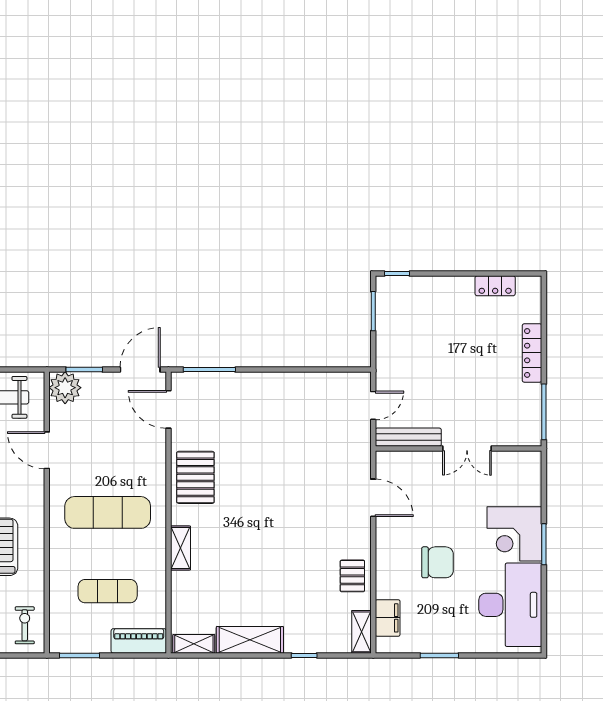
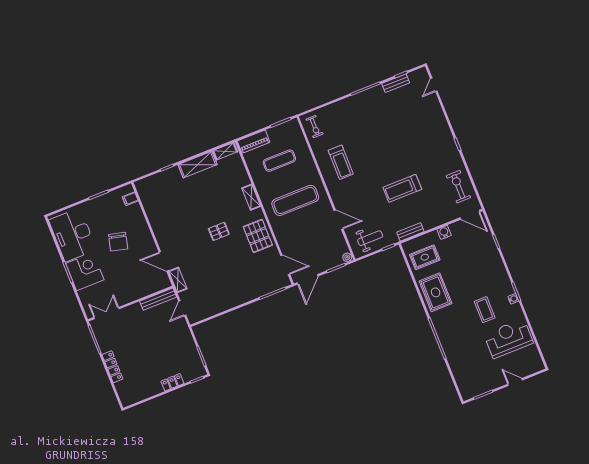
locker: (495, 286) -> (172, 382), moved
plant: (65, 388) -> (347, 257), width x0.53, depth x0.53
double door: (467, 448) -> (106, 313), moved
chair: (438, 562) -> (118, 242), turned -76
pallet: (352, 576) -> (219, 231), moved, turned 90
filing cabinet: (388, 618) -> (130, 199), width x0.50
shelving: (361, 632) -> (178, 280), moved

